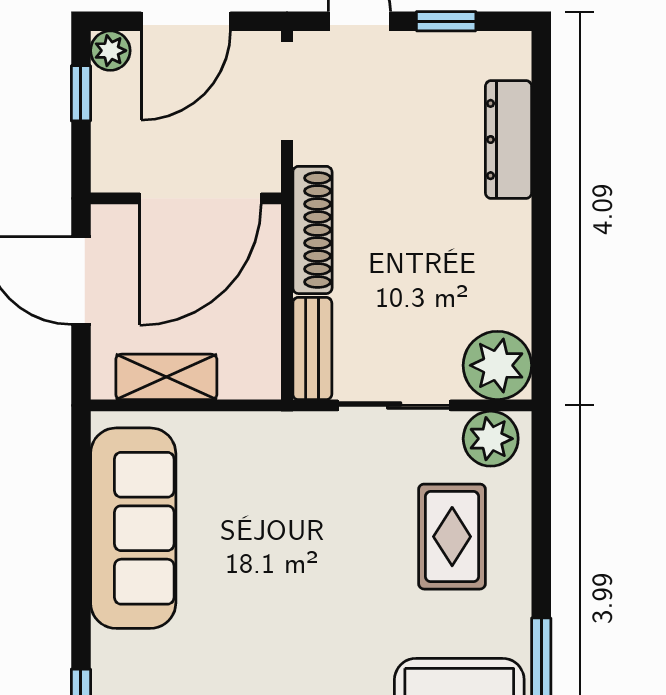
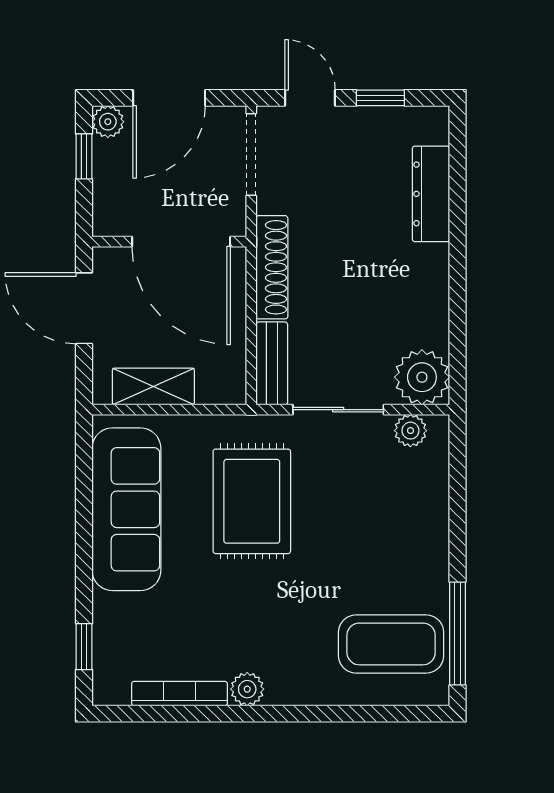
door: (201, 198) -> (181, 242), hinge flipped
plant: (491, 439) -> (410, 431), width x0.73, depth x0.73
rug: (452, 537) -> (252, 501), moved, width x1.36, depth x1.43

